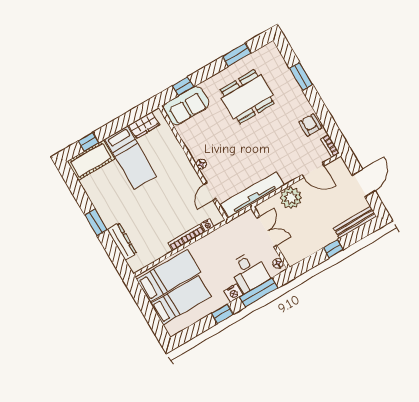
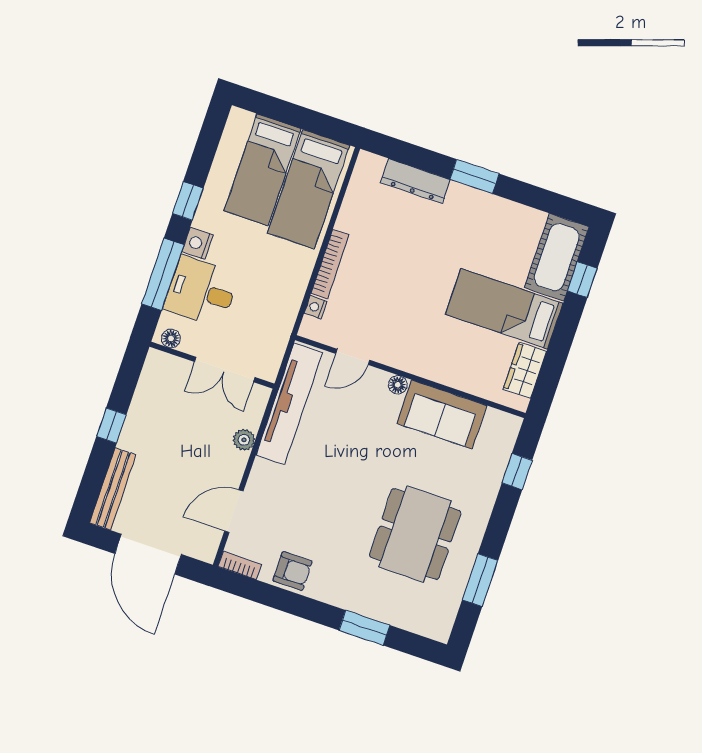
sofa: (186, 106) -> (442, 414), moved, turned -90
door: (364, 183) -> (148, 554), width x1.36
door: (210, 191) -> (353, 357), swing flipped
plant: (291, 198) -> (244, 440), width x0.53, depth x0.53

